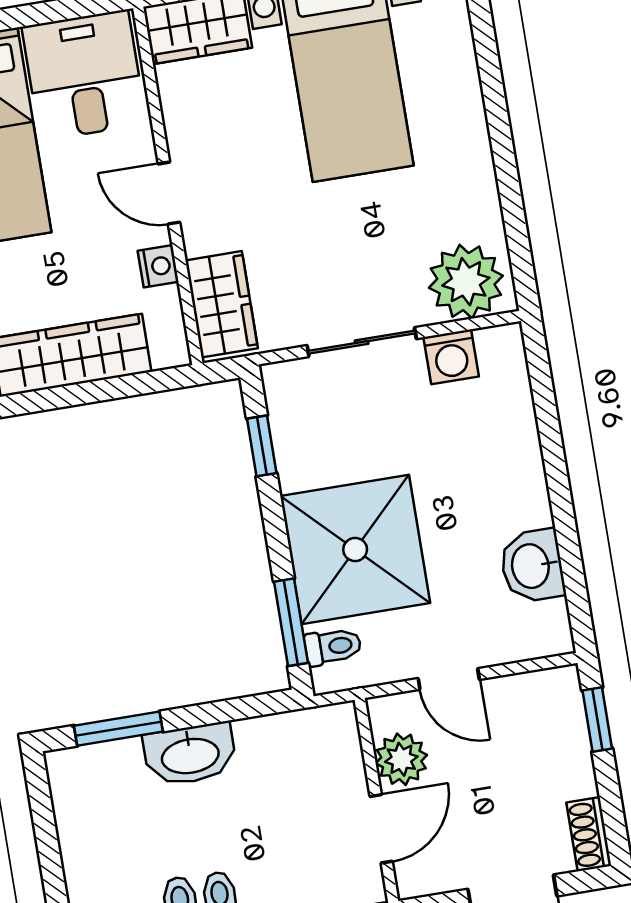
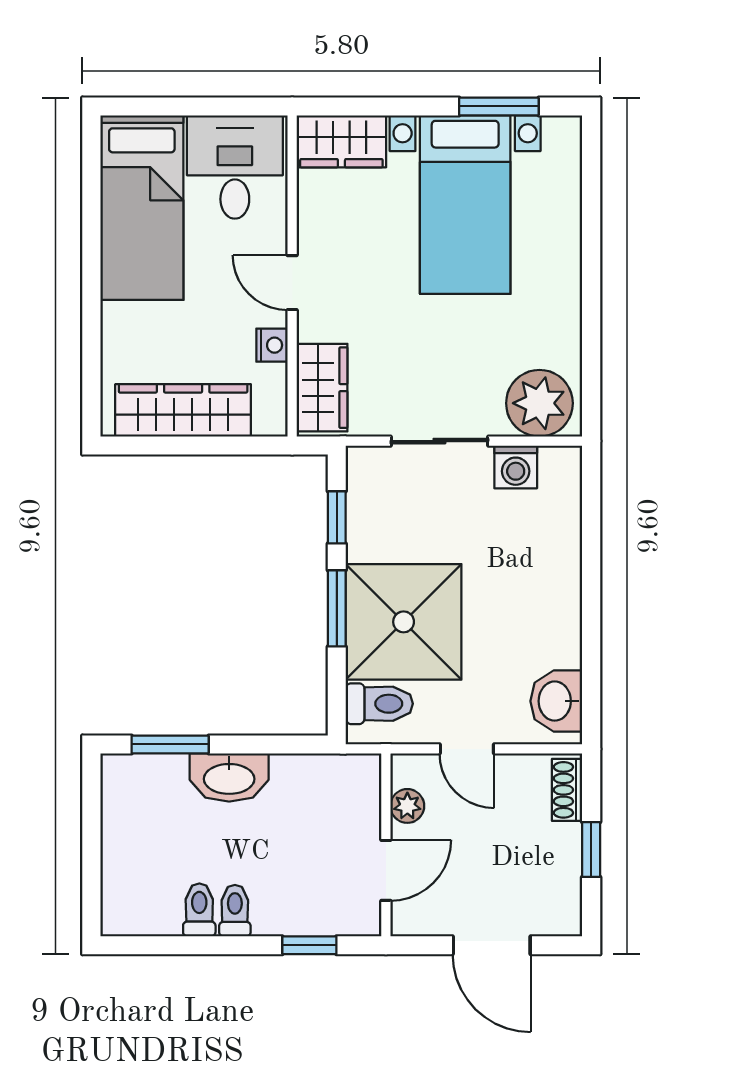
washbasin: (532, 566) -> (556, 701), moved
window: (291, 622) -> (337, 608), moved
toilet: (333, 647) -> (379, 704), width x1.37, depth x1.39
window: (597, 719) -> (591, 850), moved
plant: (401, 759) -> (407, 806), width x0.73, depth x0.73
shoe rack: (589, 834) -> (567, 790), moved

